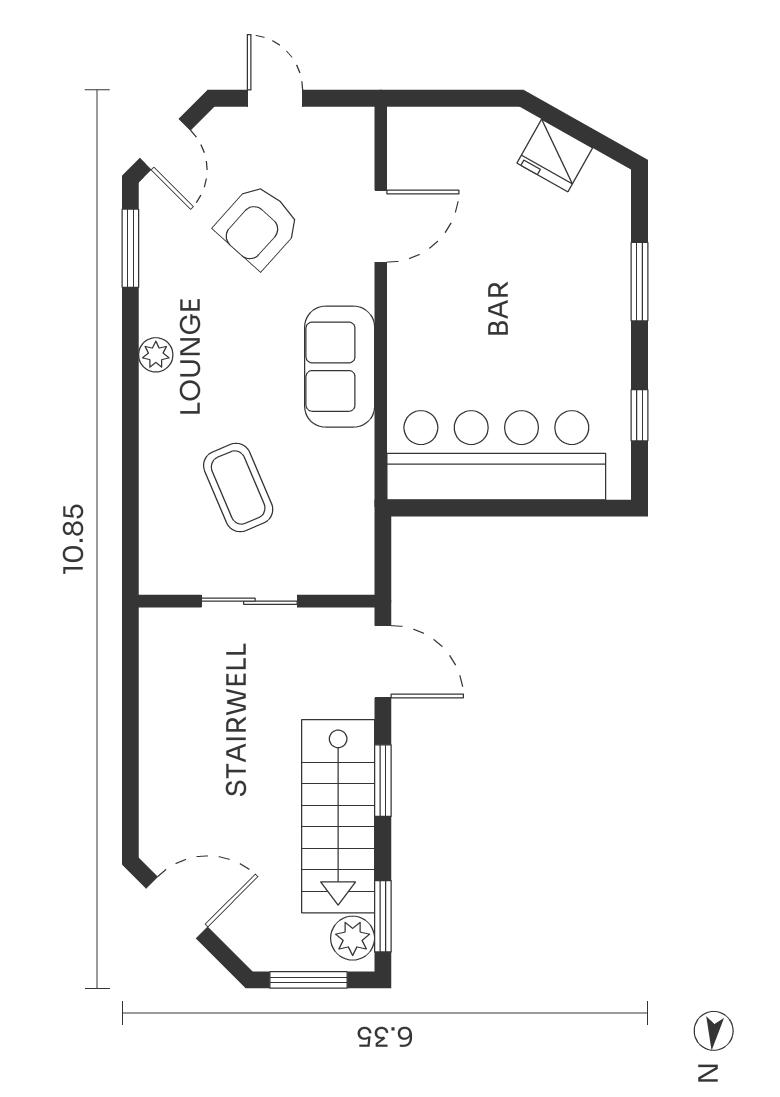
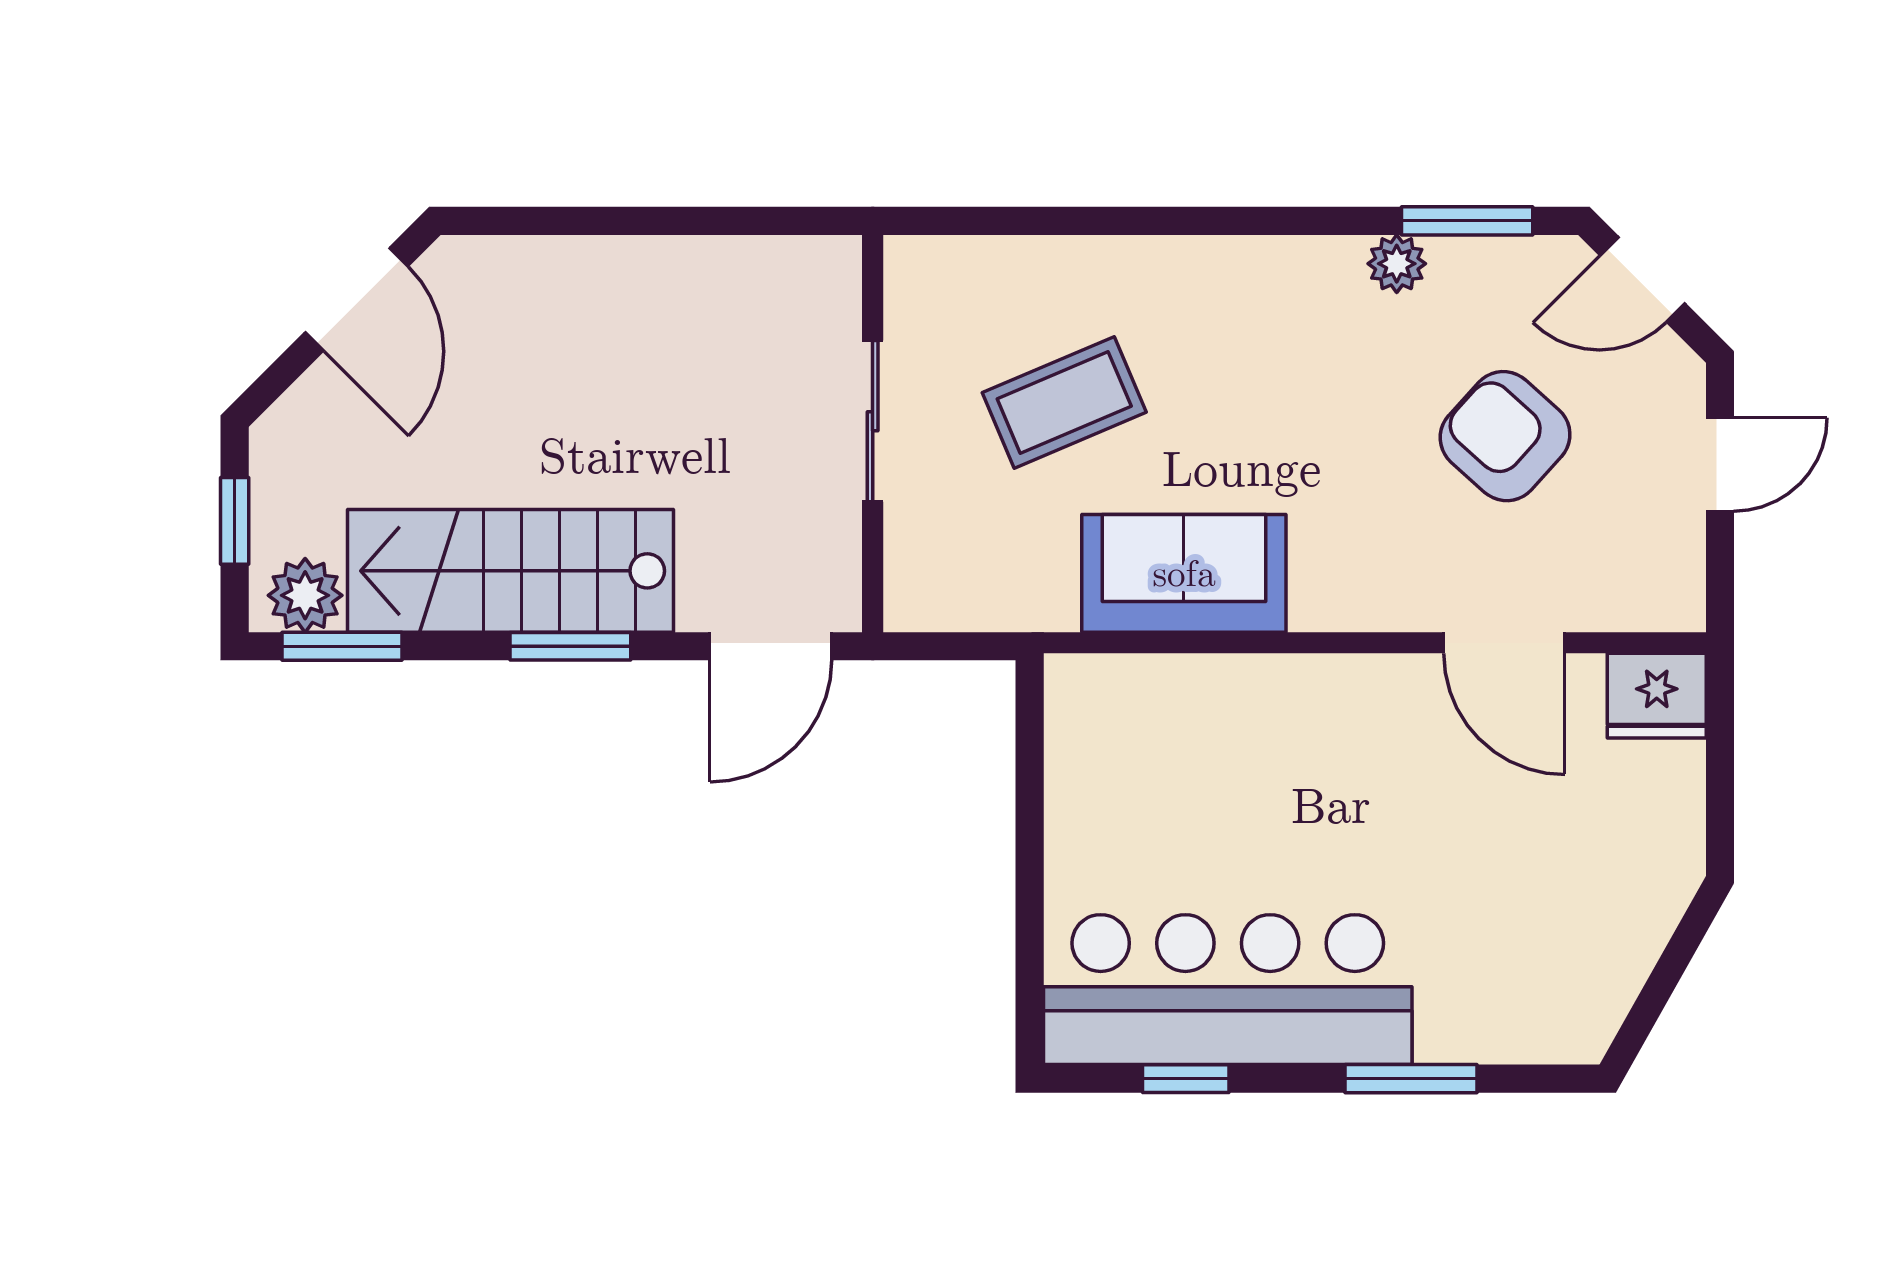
fridge: (555, 155) -> (1657, 696), moved, turned -119
plant: (156, 355) -> (1397, 264), moved
sofa: (340, 367) -> (1184, 573), moved
bar counter: (496, 455) -> (1228, 990), moved, turned -90
window: (308, 980) -> (235, 521), width x0.67

